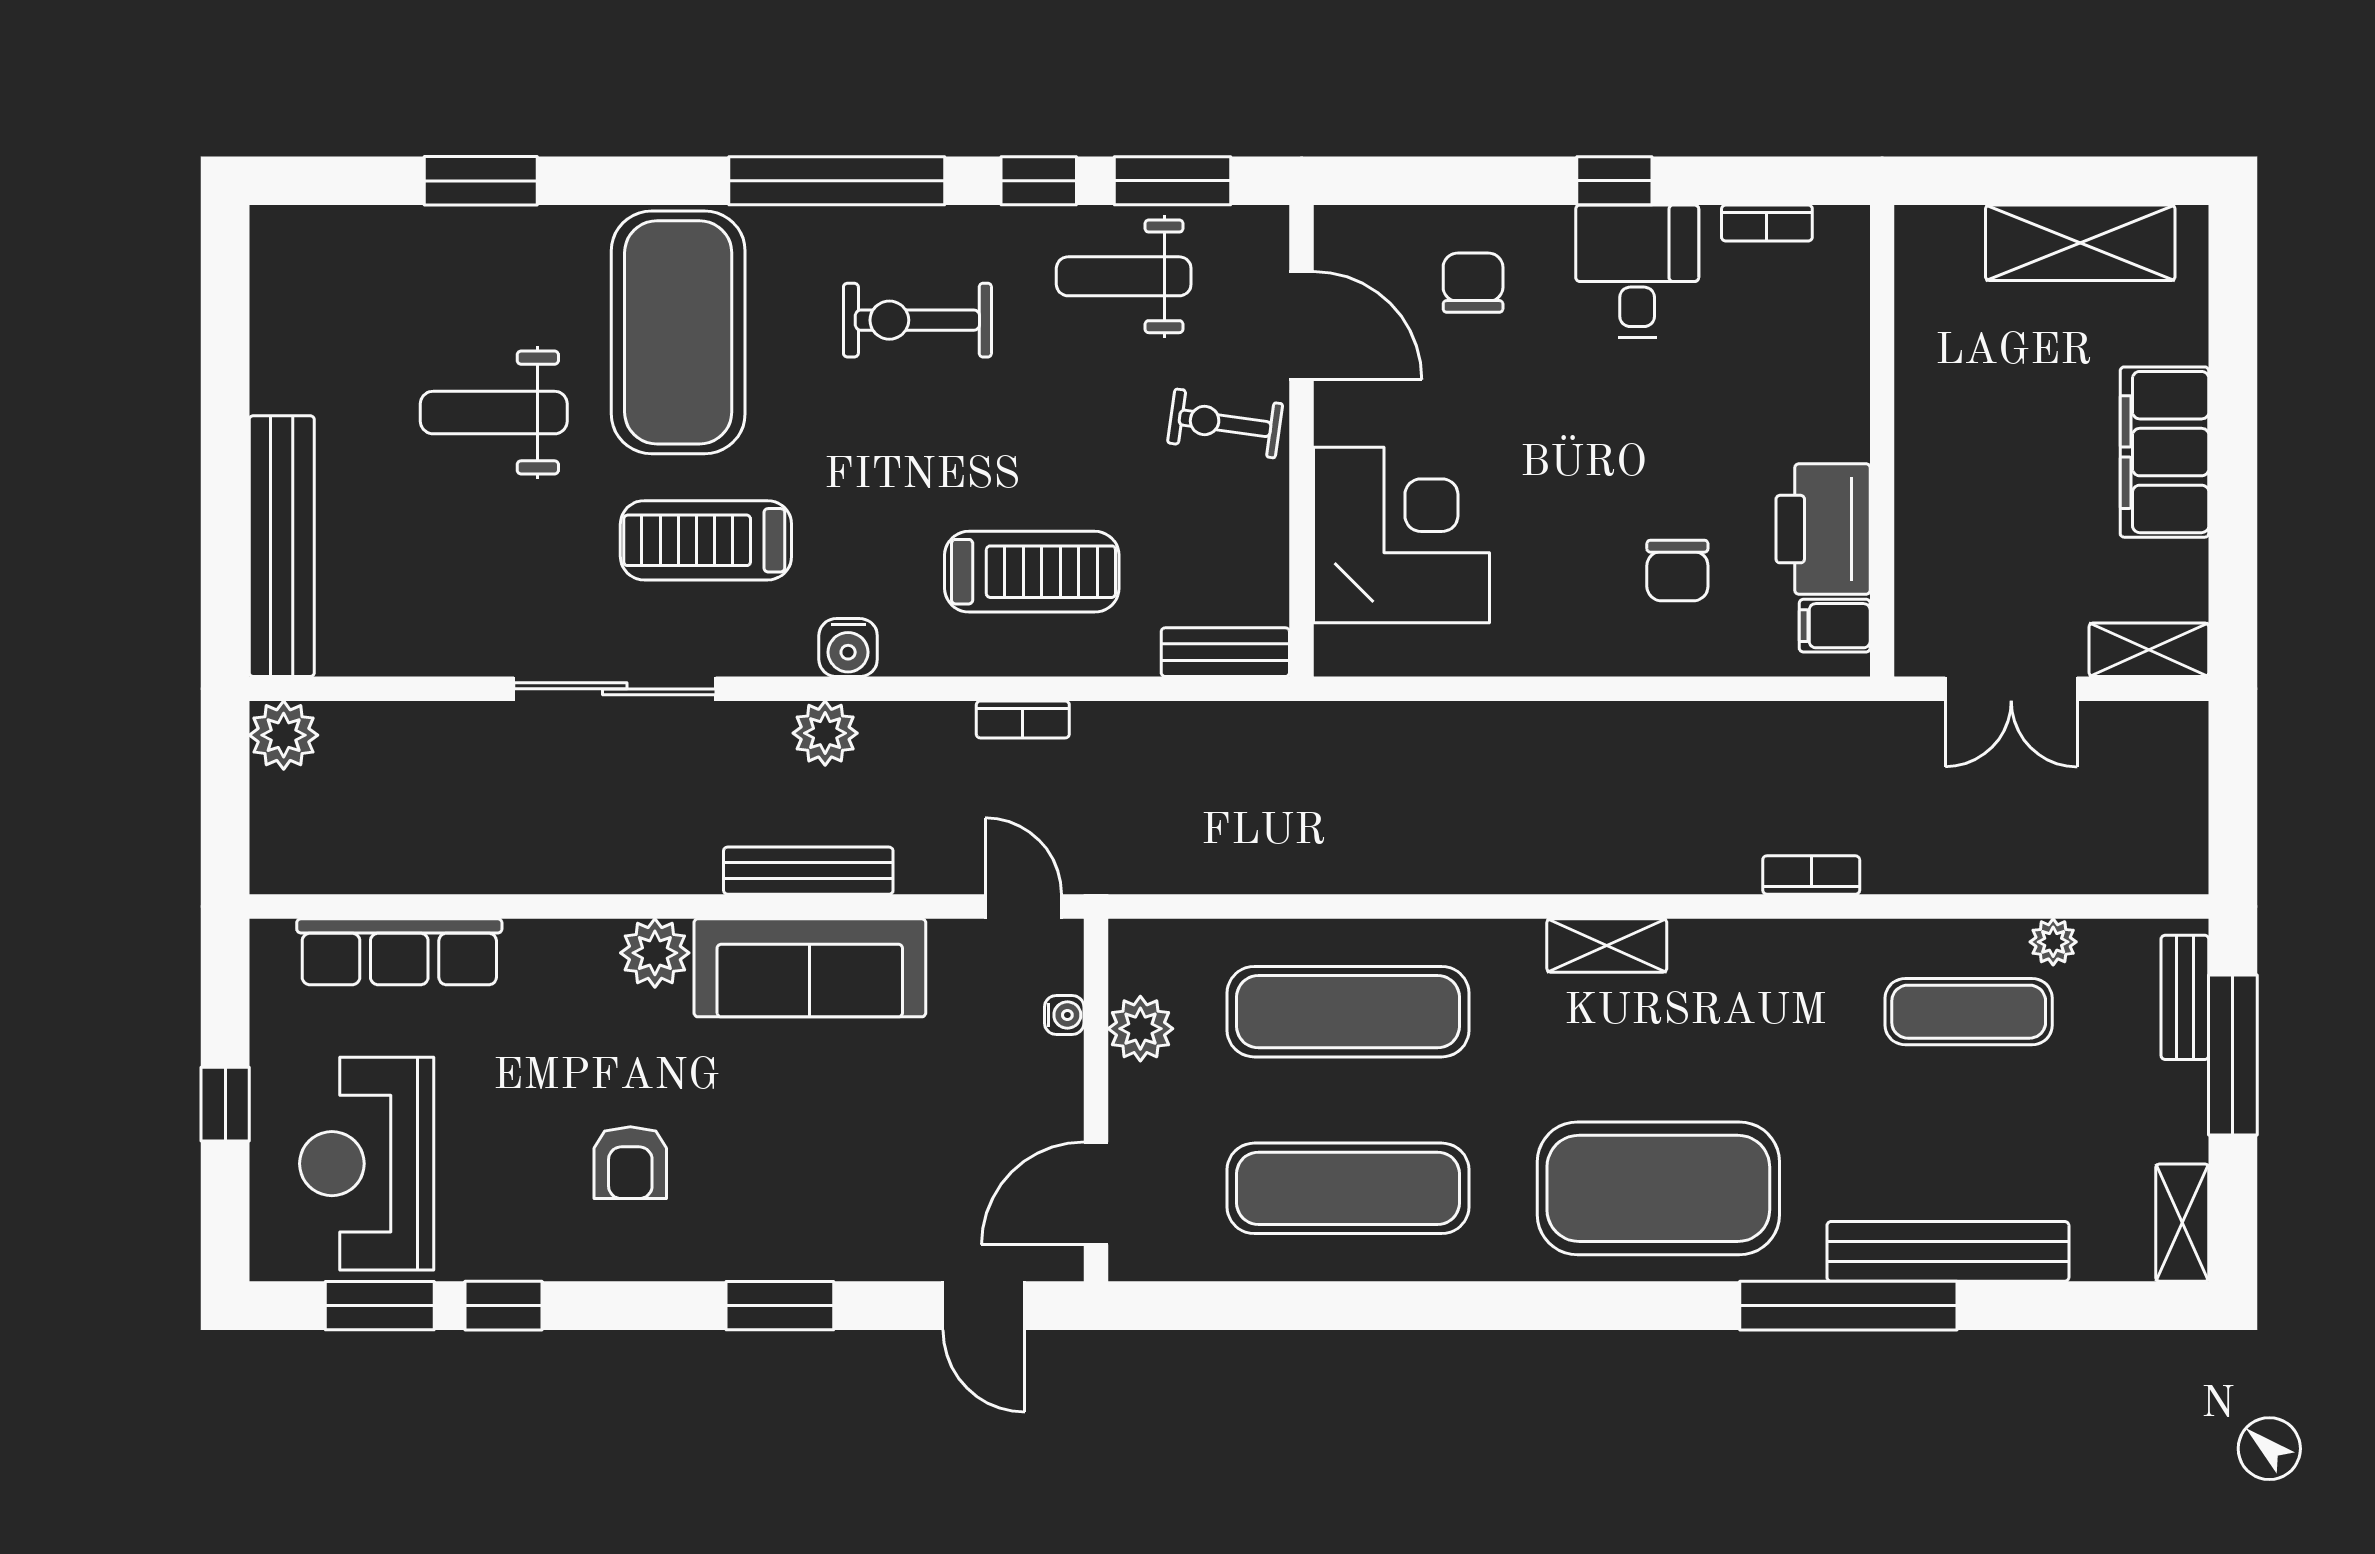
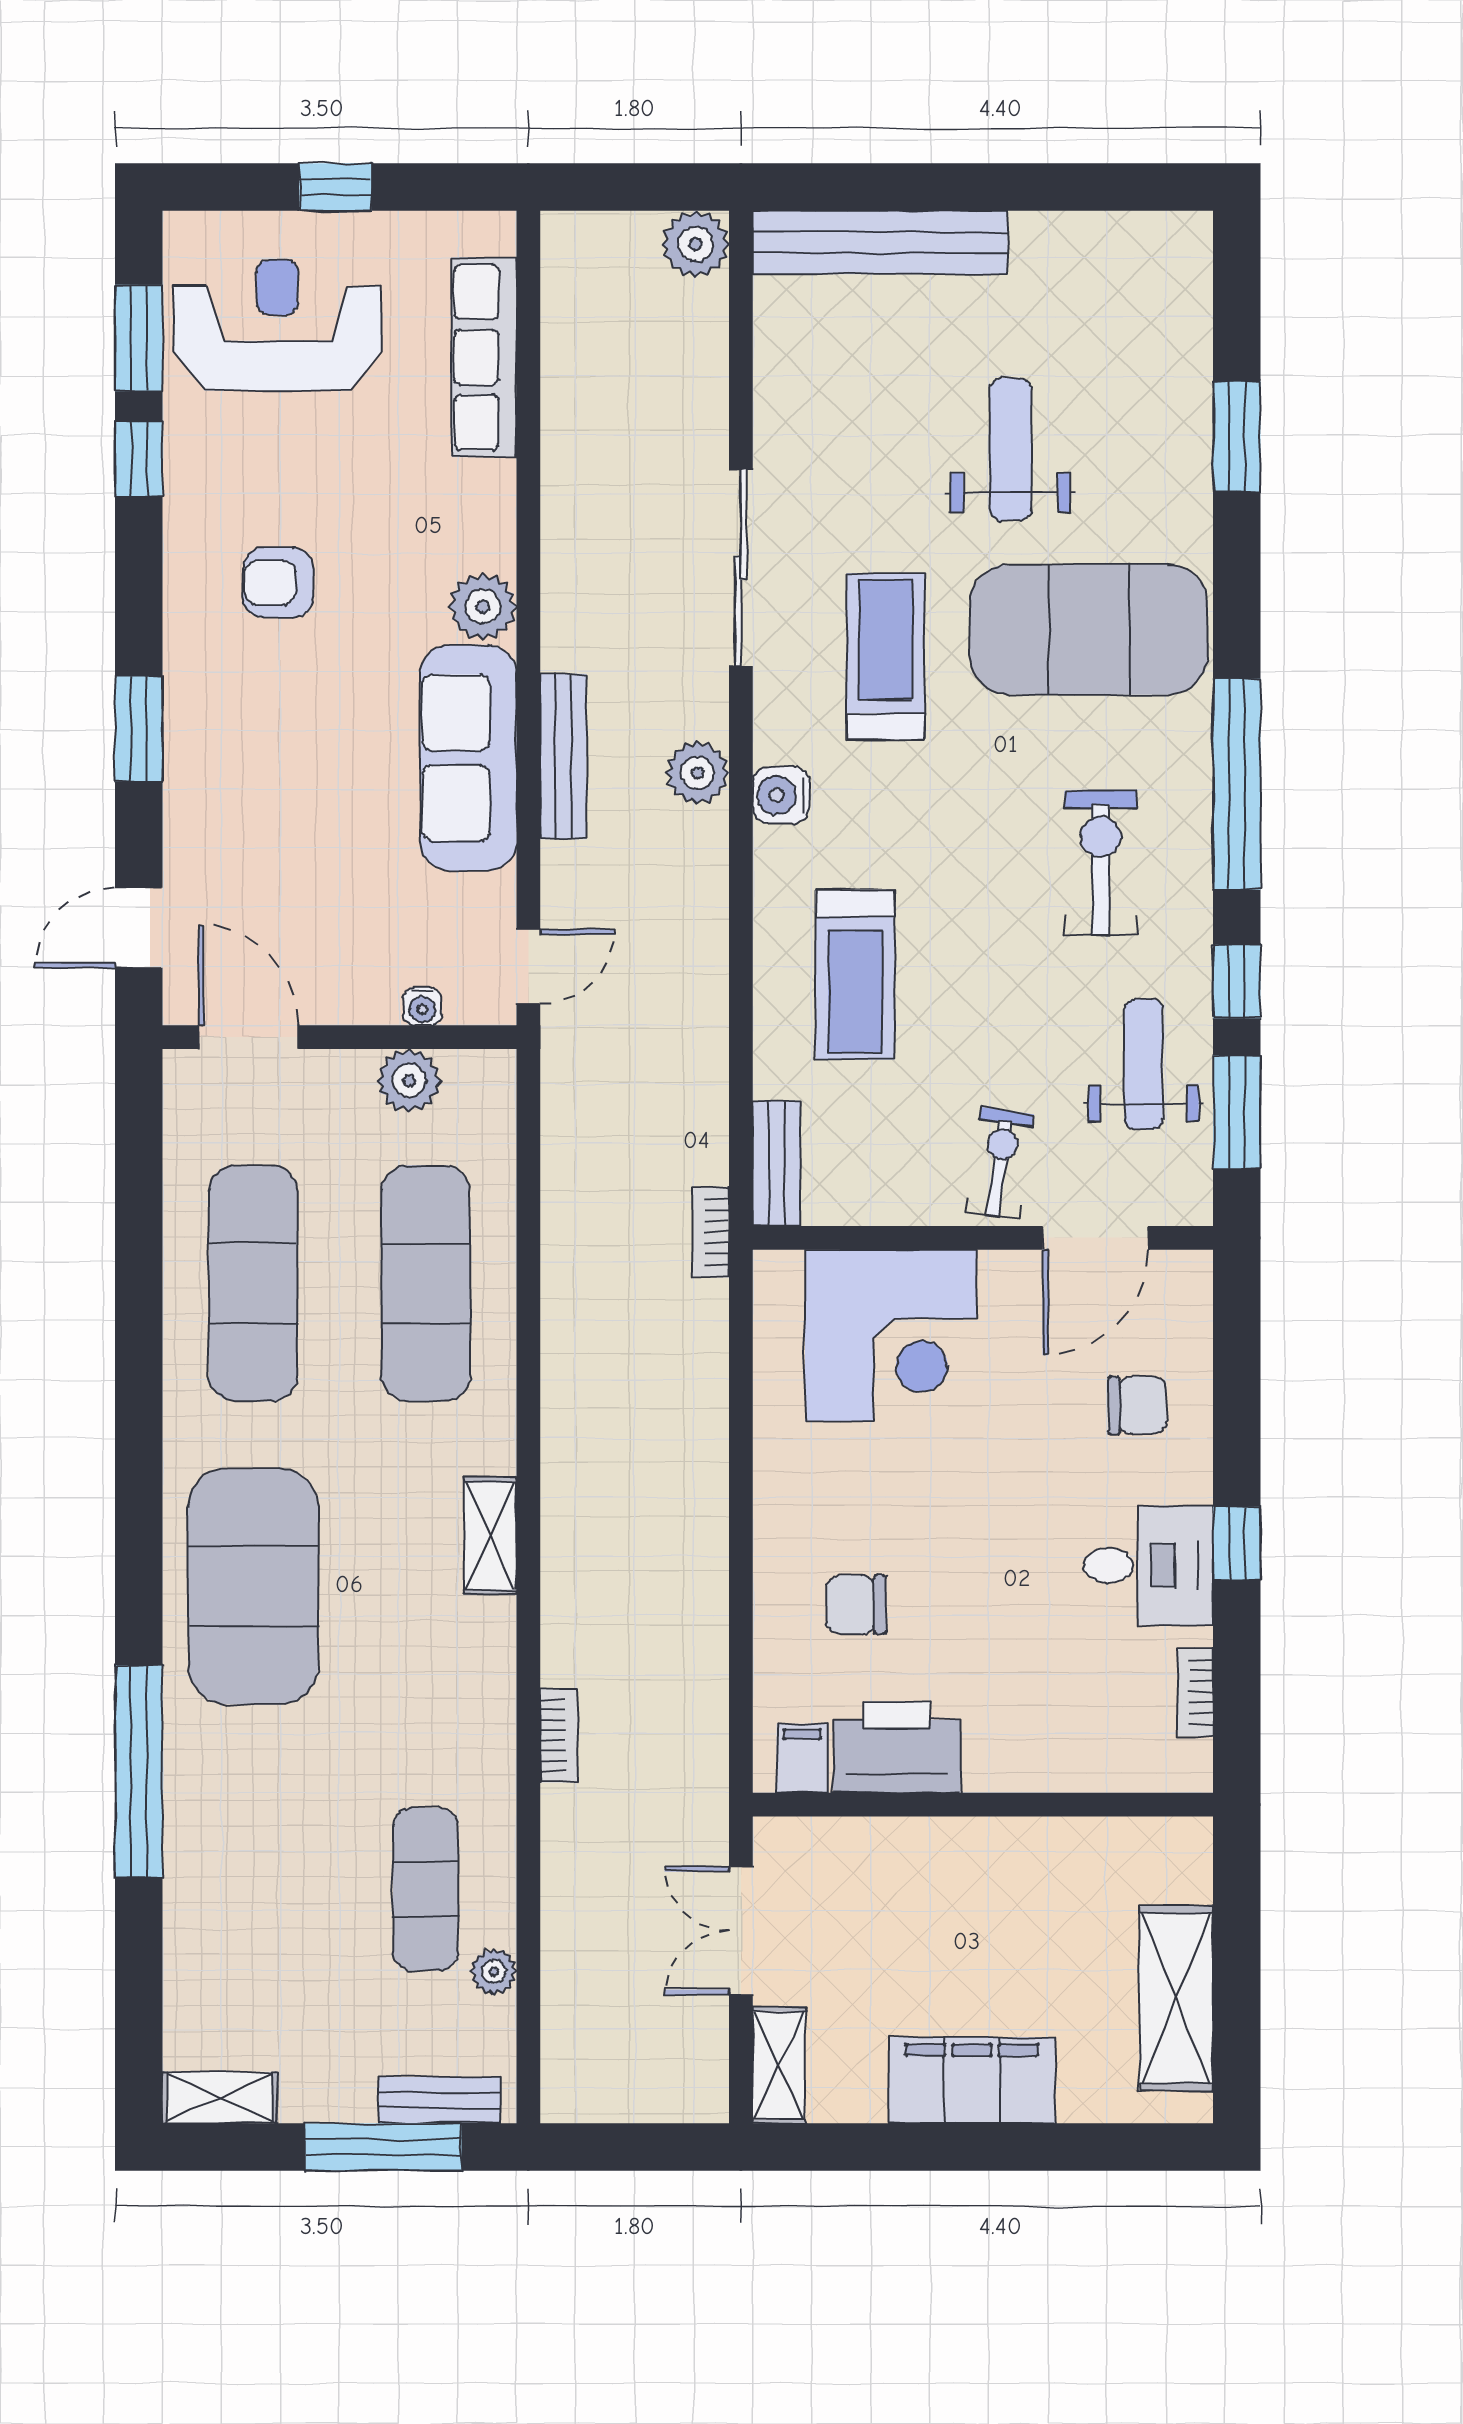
bookcase: (1023, 719) -> (711, 1232), moved
bench: (1948, 1251) -> (192, 1869), removed

